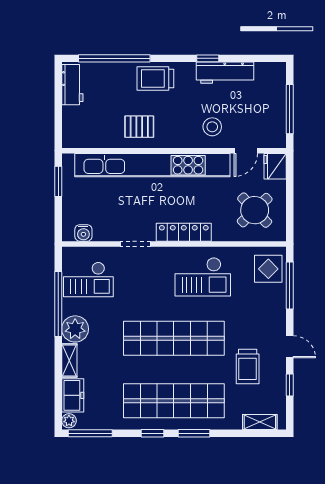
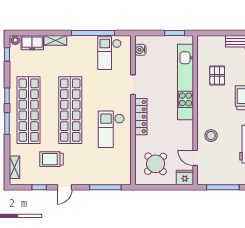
pallet: (139, 127) -> (217, 75), moved
kitchen unit: (152, 165) -> (185, 82), width x0.73
display table: (268, 269) -> (116, 173), removed
plant: (75, 329) -> (76, 44), removed
window: (90, 433) -> (7, 54), width x0.46

